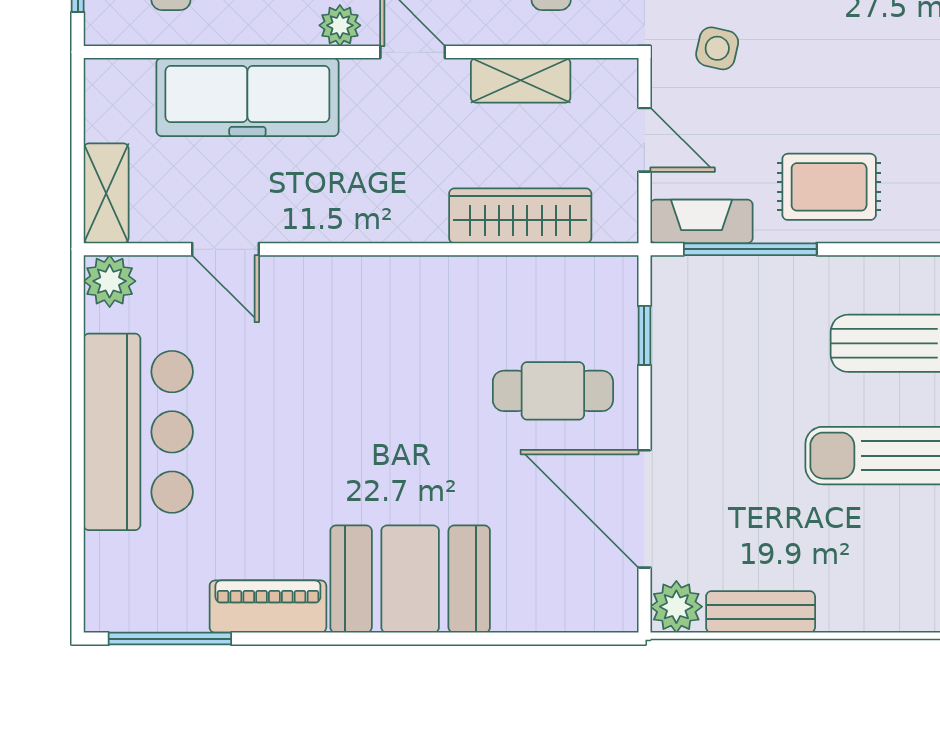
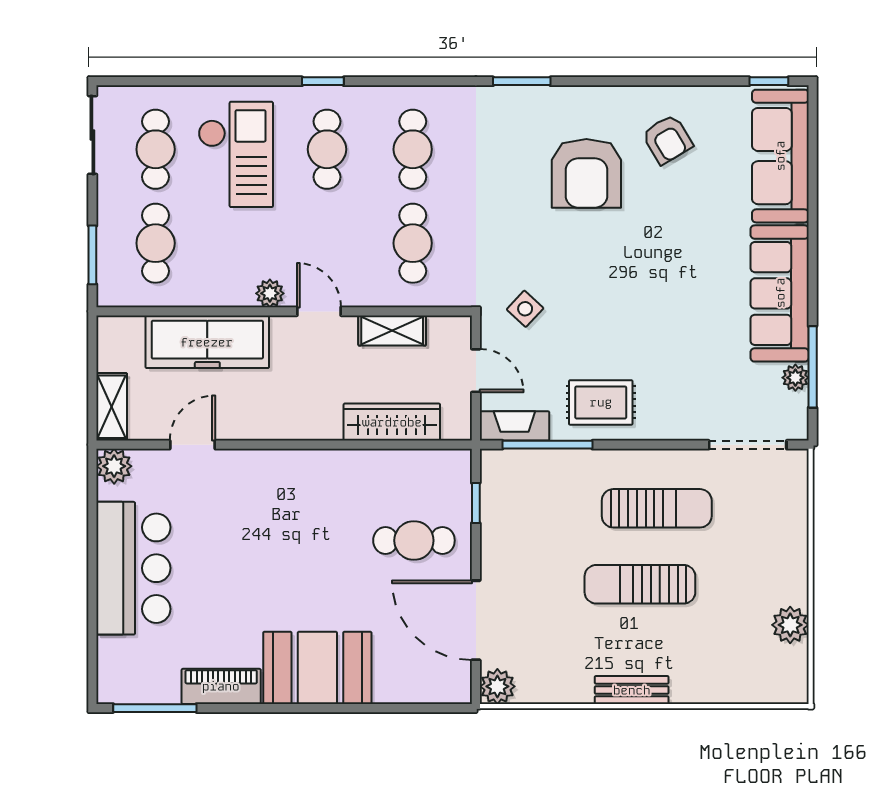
side table: (717, 48) -> (525, 309), turned 30
door: (226, 249) -> (192, 445), swing flipped
bench: (761, 612) -> (632, 690), moved

